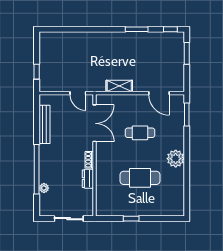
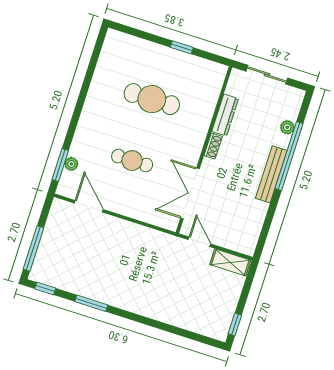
window: (187, 53) -> (33, 248), width x1.44
window: (37, 72) -> (235, 324), moved
shelving: (119, 86) -> (230, 262), moved
bench: (45, 124) -> (271, 174), moved
plant: (176, 159) -> (71, 164), moved, width x0.53, depth x0.53
dresser: (88, 179) -> (225, 115), width x1.44

